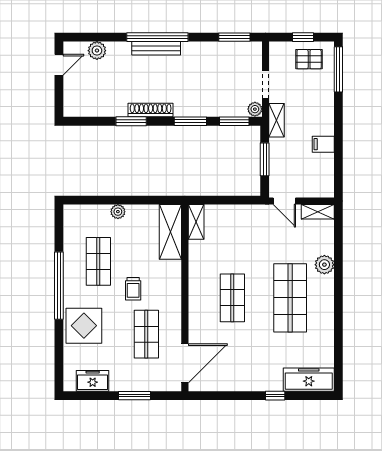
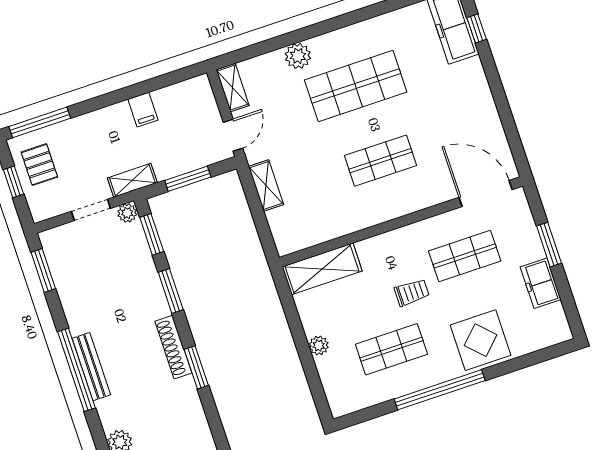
shelving: (196, 222) -> (266, 185), moved, turned 90
freezer: (93, 381) -> (541, 283), moved
window: (275, 396) -> (477, 28), moved

